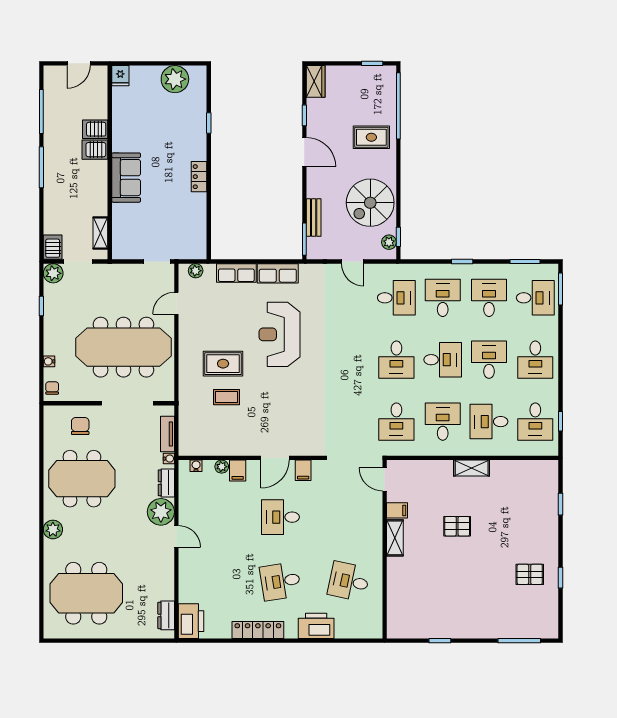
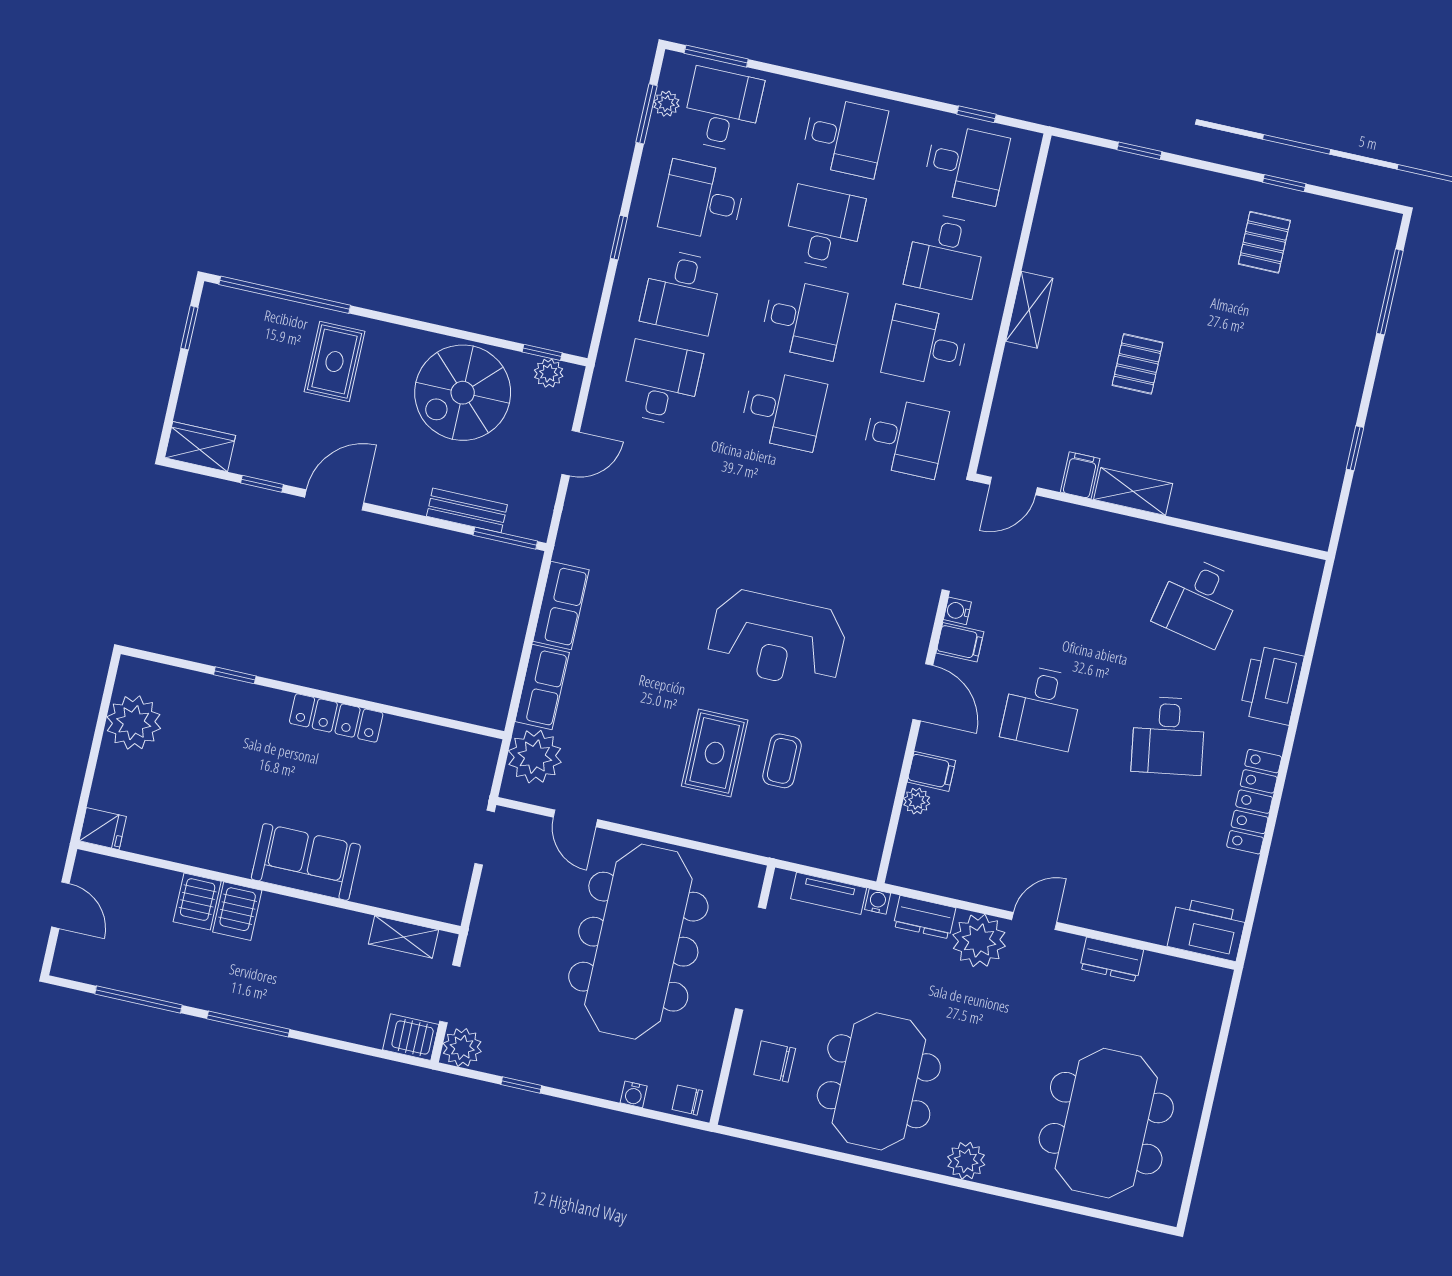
locker: (199, 177) -> (336, 718), width x1.53
spiral stairs: (370, 203) -> (463, 393), turned 90
plant: (532, 270) -> (666, 104), added
plant: (196, 271) -> (535, 757), width x1.88, depth x1.88
desk: (443, 298) -> (682, 292), turned -90
reception desk: (280, 334) -> (777, 639), moved
desk: (443, 360) -> (804, 319), turned 90
desk: (489, 360) -> (824, 228), turned 90
water cooler: (196, 466) -> (957, 611), moved
dresser: (166, 615) -> (1112, 959), moved

